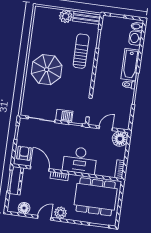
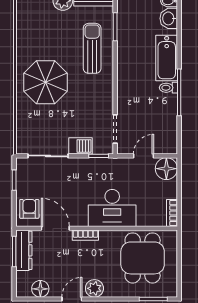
dining table: (96, 197) -> (143, 258), width x0.73

